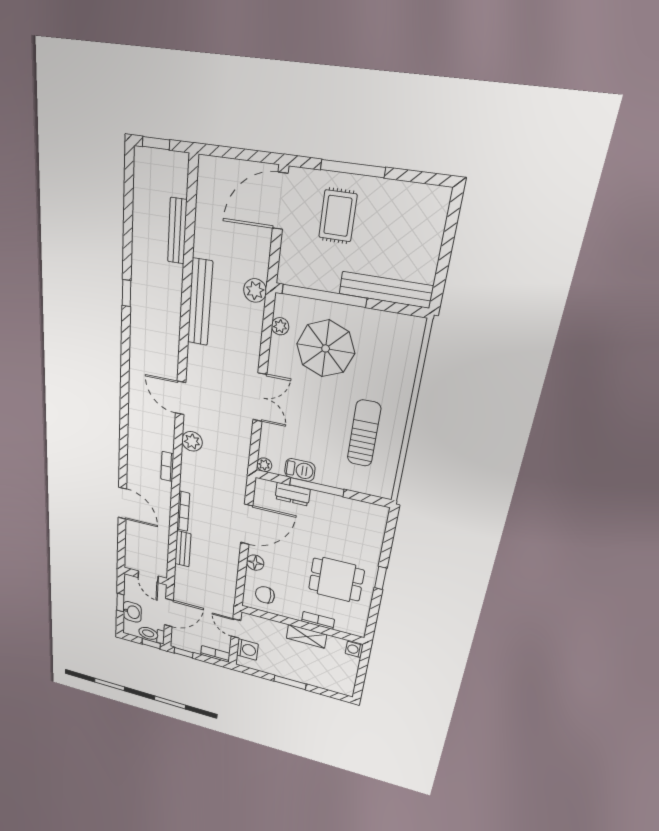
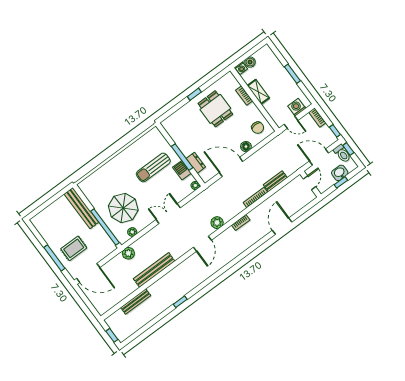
sun lounger: (364, 433) -> (153, 167), moved
door: (236, 628) -> (291, 122), hinge flipped
boiler: (351, 663) -> (250, 62), added

